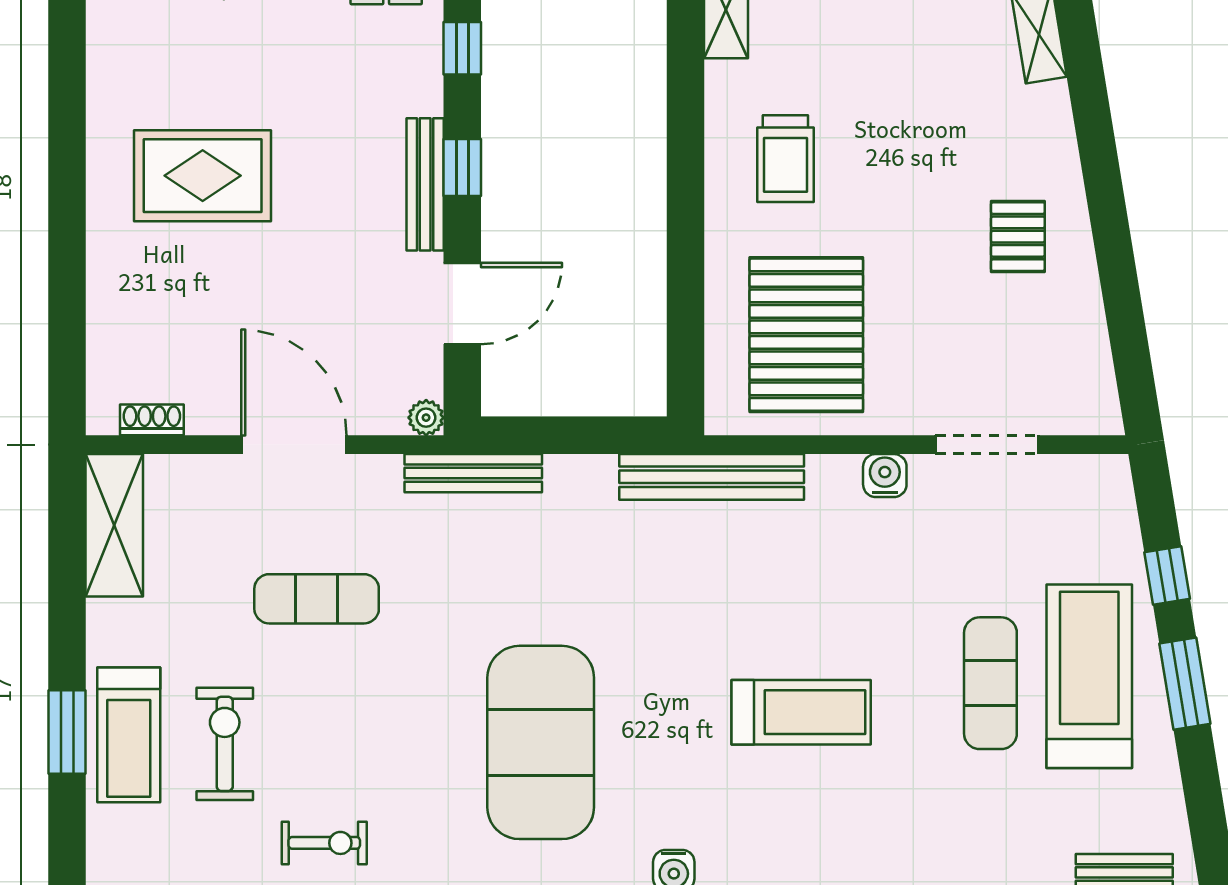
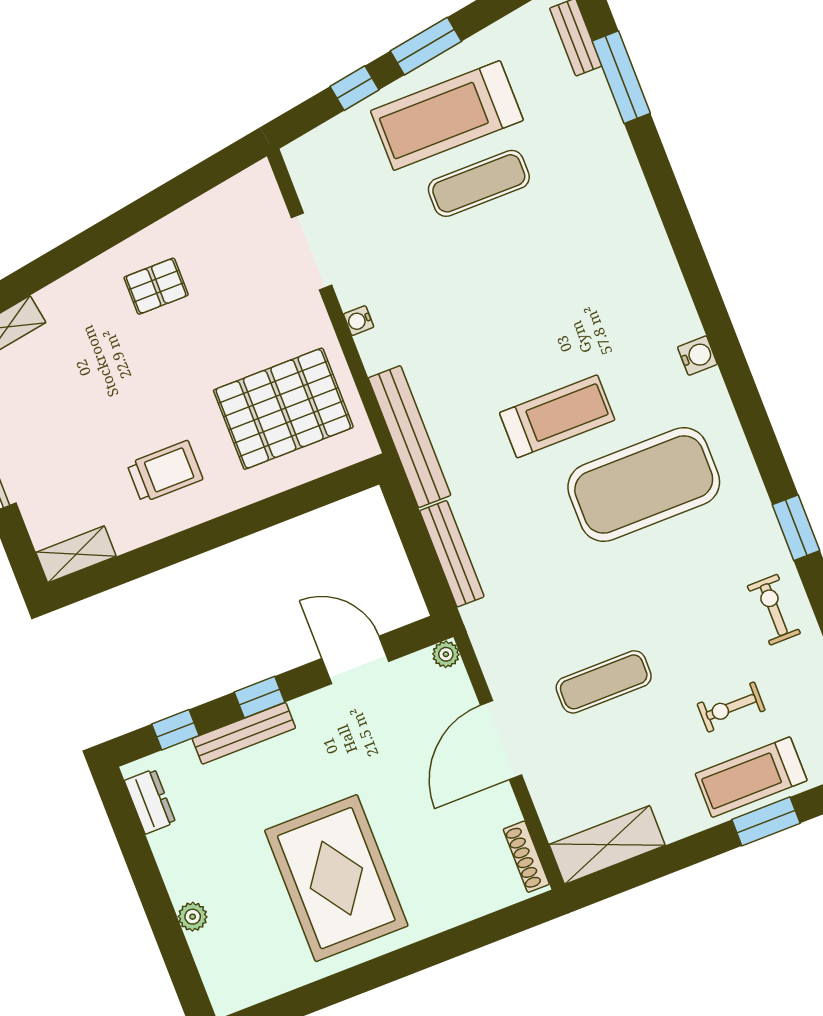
rug: (203, 176) -> (336, 878), width x1.37, depth x1.44
bench: (425, 184) -> (244, 733), moved
shoe rack: (152, 420) -> (526, 857), width x1.43
bench: (473, 473) -> (452, 554), moved
water cooler: (885, 476) -> (359, 321), width x0.72, depth x0.72
exercise mat: (317, 599) -> (604, 682), turned 90
treadmill: (801, 712) -> (557, 416), moved, turned 90
treadmill: (129, 735) -> (751, 777), turned 180
exercise bike: (225, 744) -> (731, 707), width x0.73, depth x0.72

